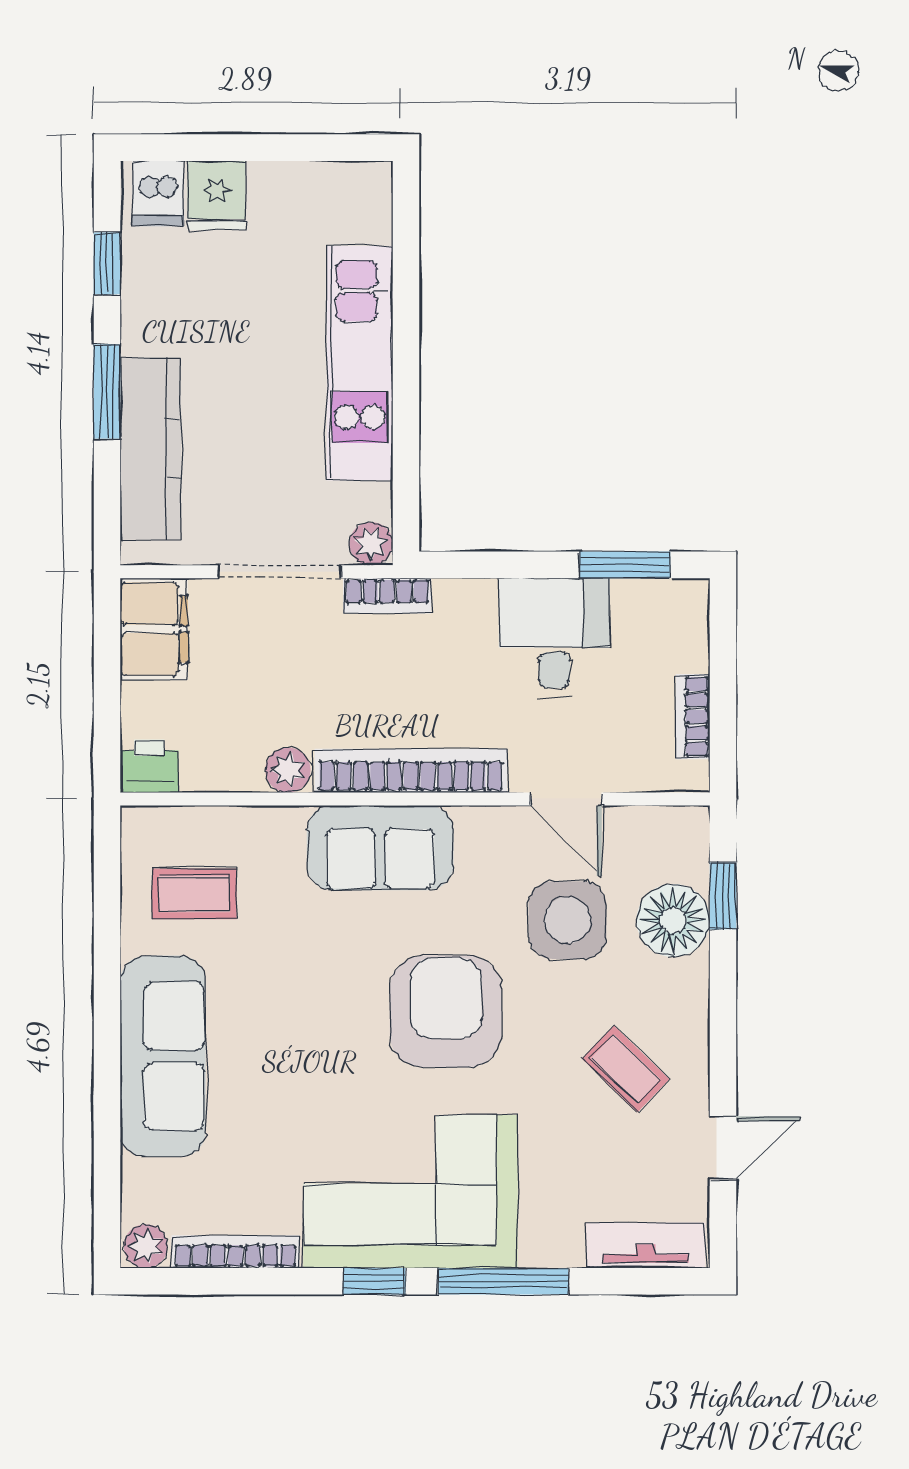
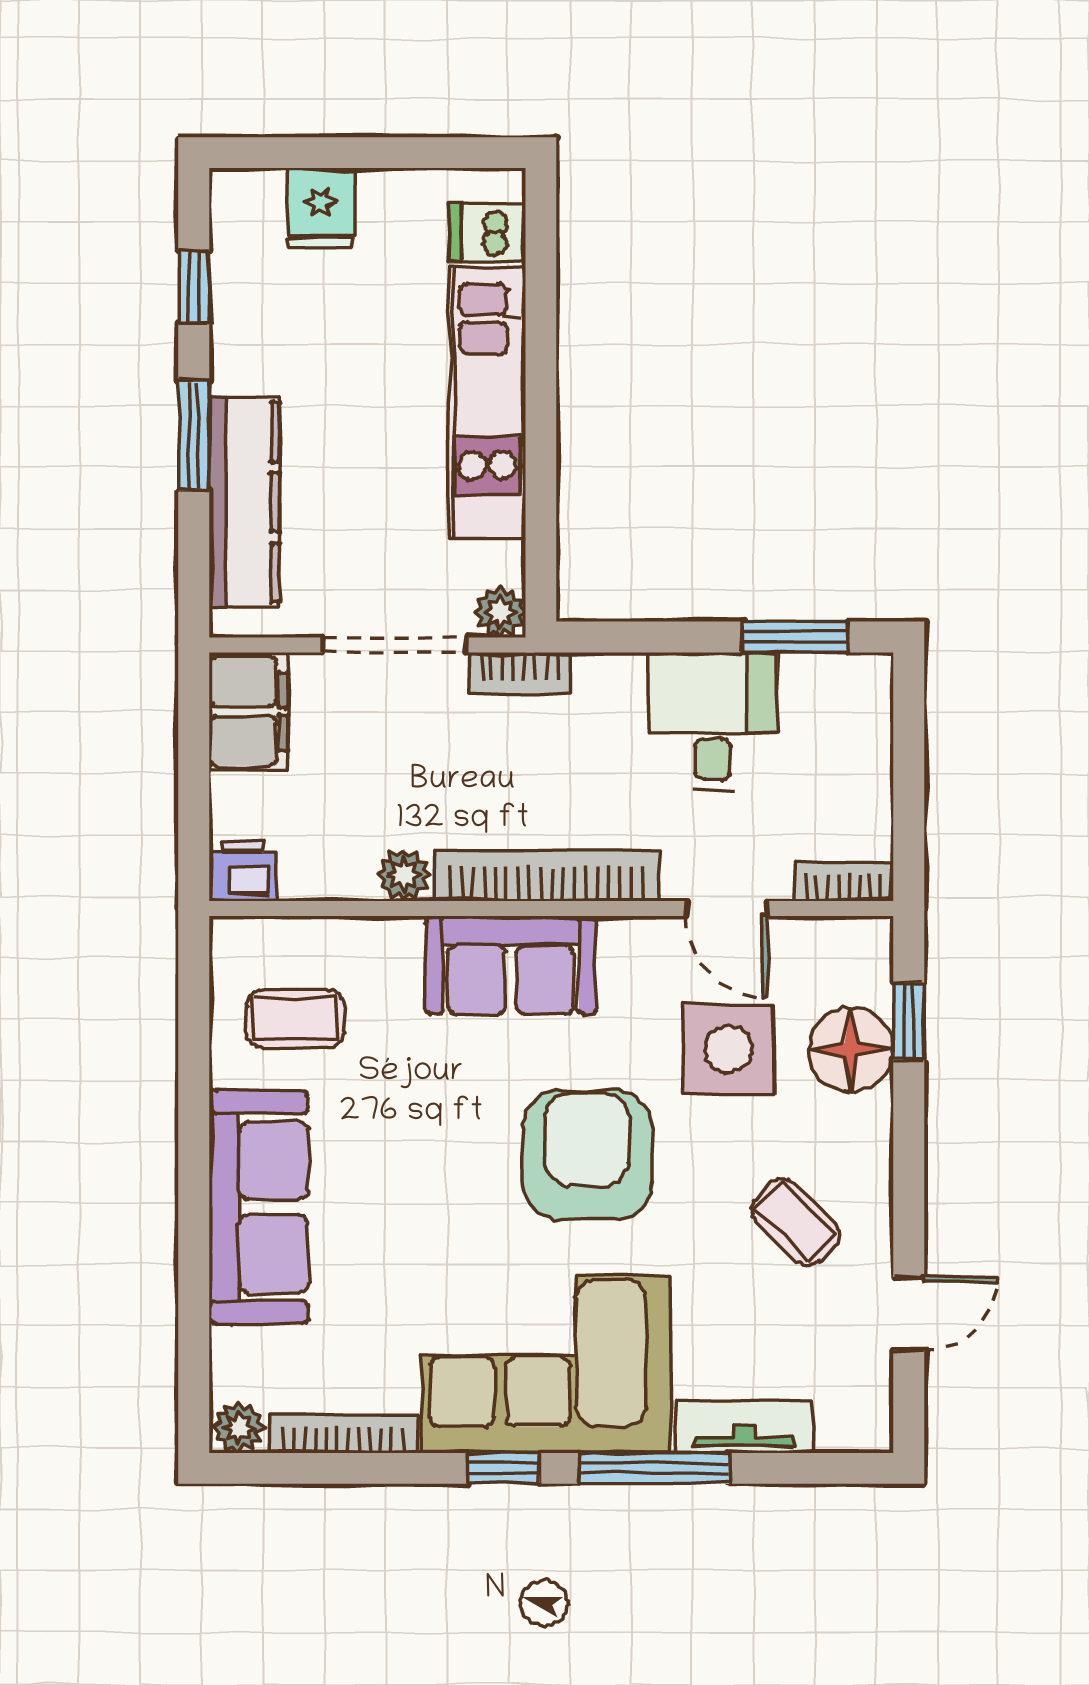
dishwasher: (158, 193) -> (488, 233), moved, turned 90
bookcase: (693, 717) -> (844, 881), moved, turned 90
tv unit: (646, 1245) -> (744, 1427), moved

